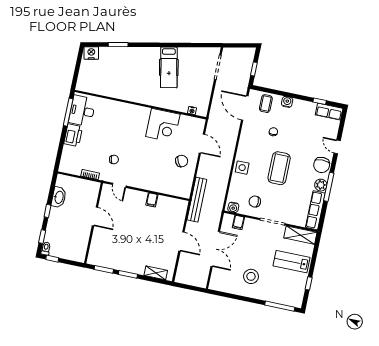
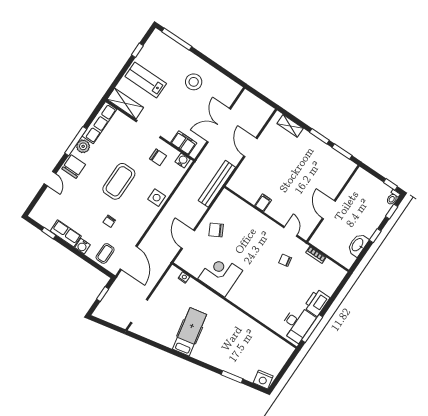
row of seats: (329, 112) -> (66, 233), moved
filing cabinet: (238, 222) -> (184, 143), width x2.00
lab bench: (291, 262) -> (146, 80), turned 180

